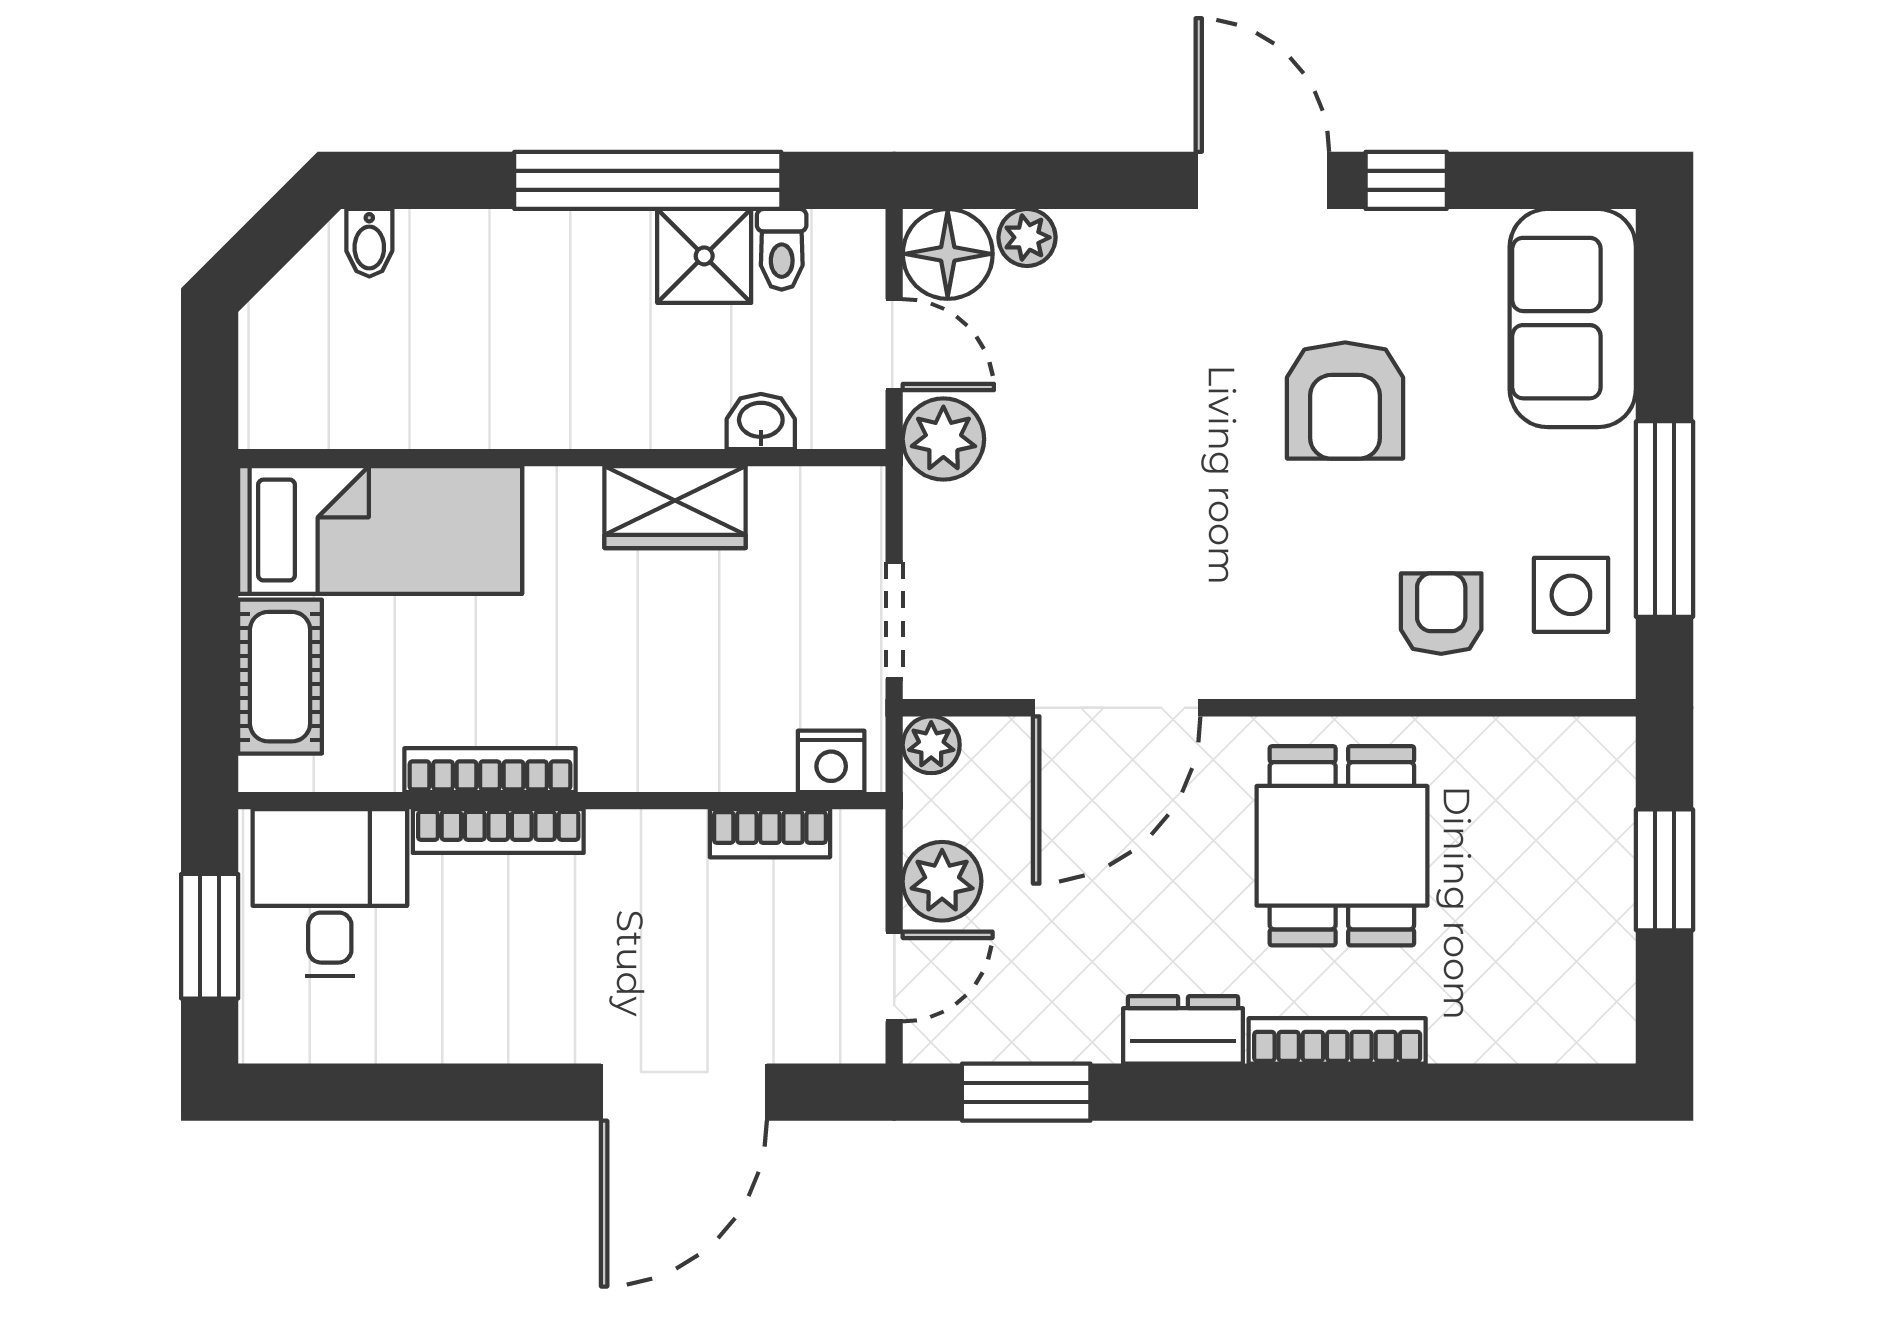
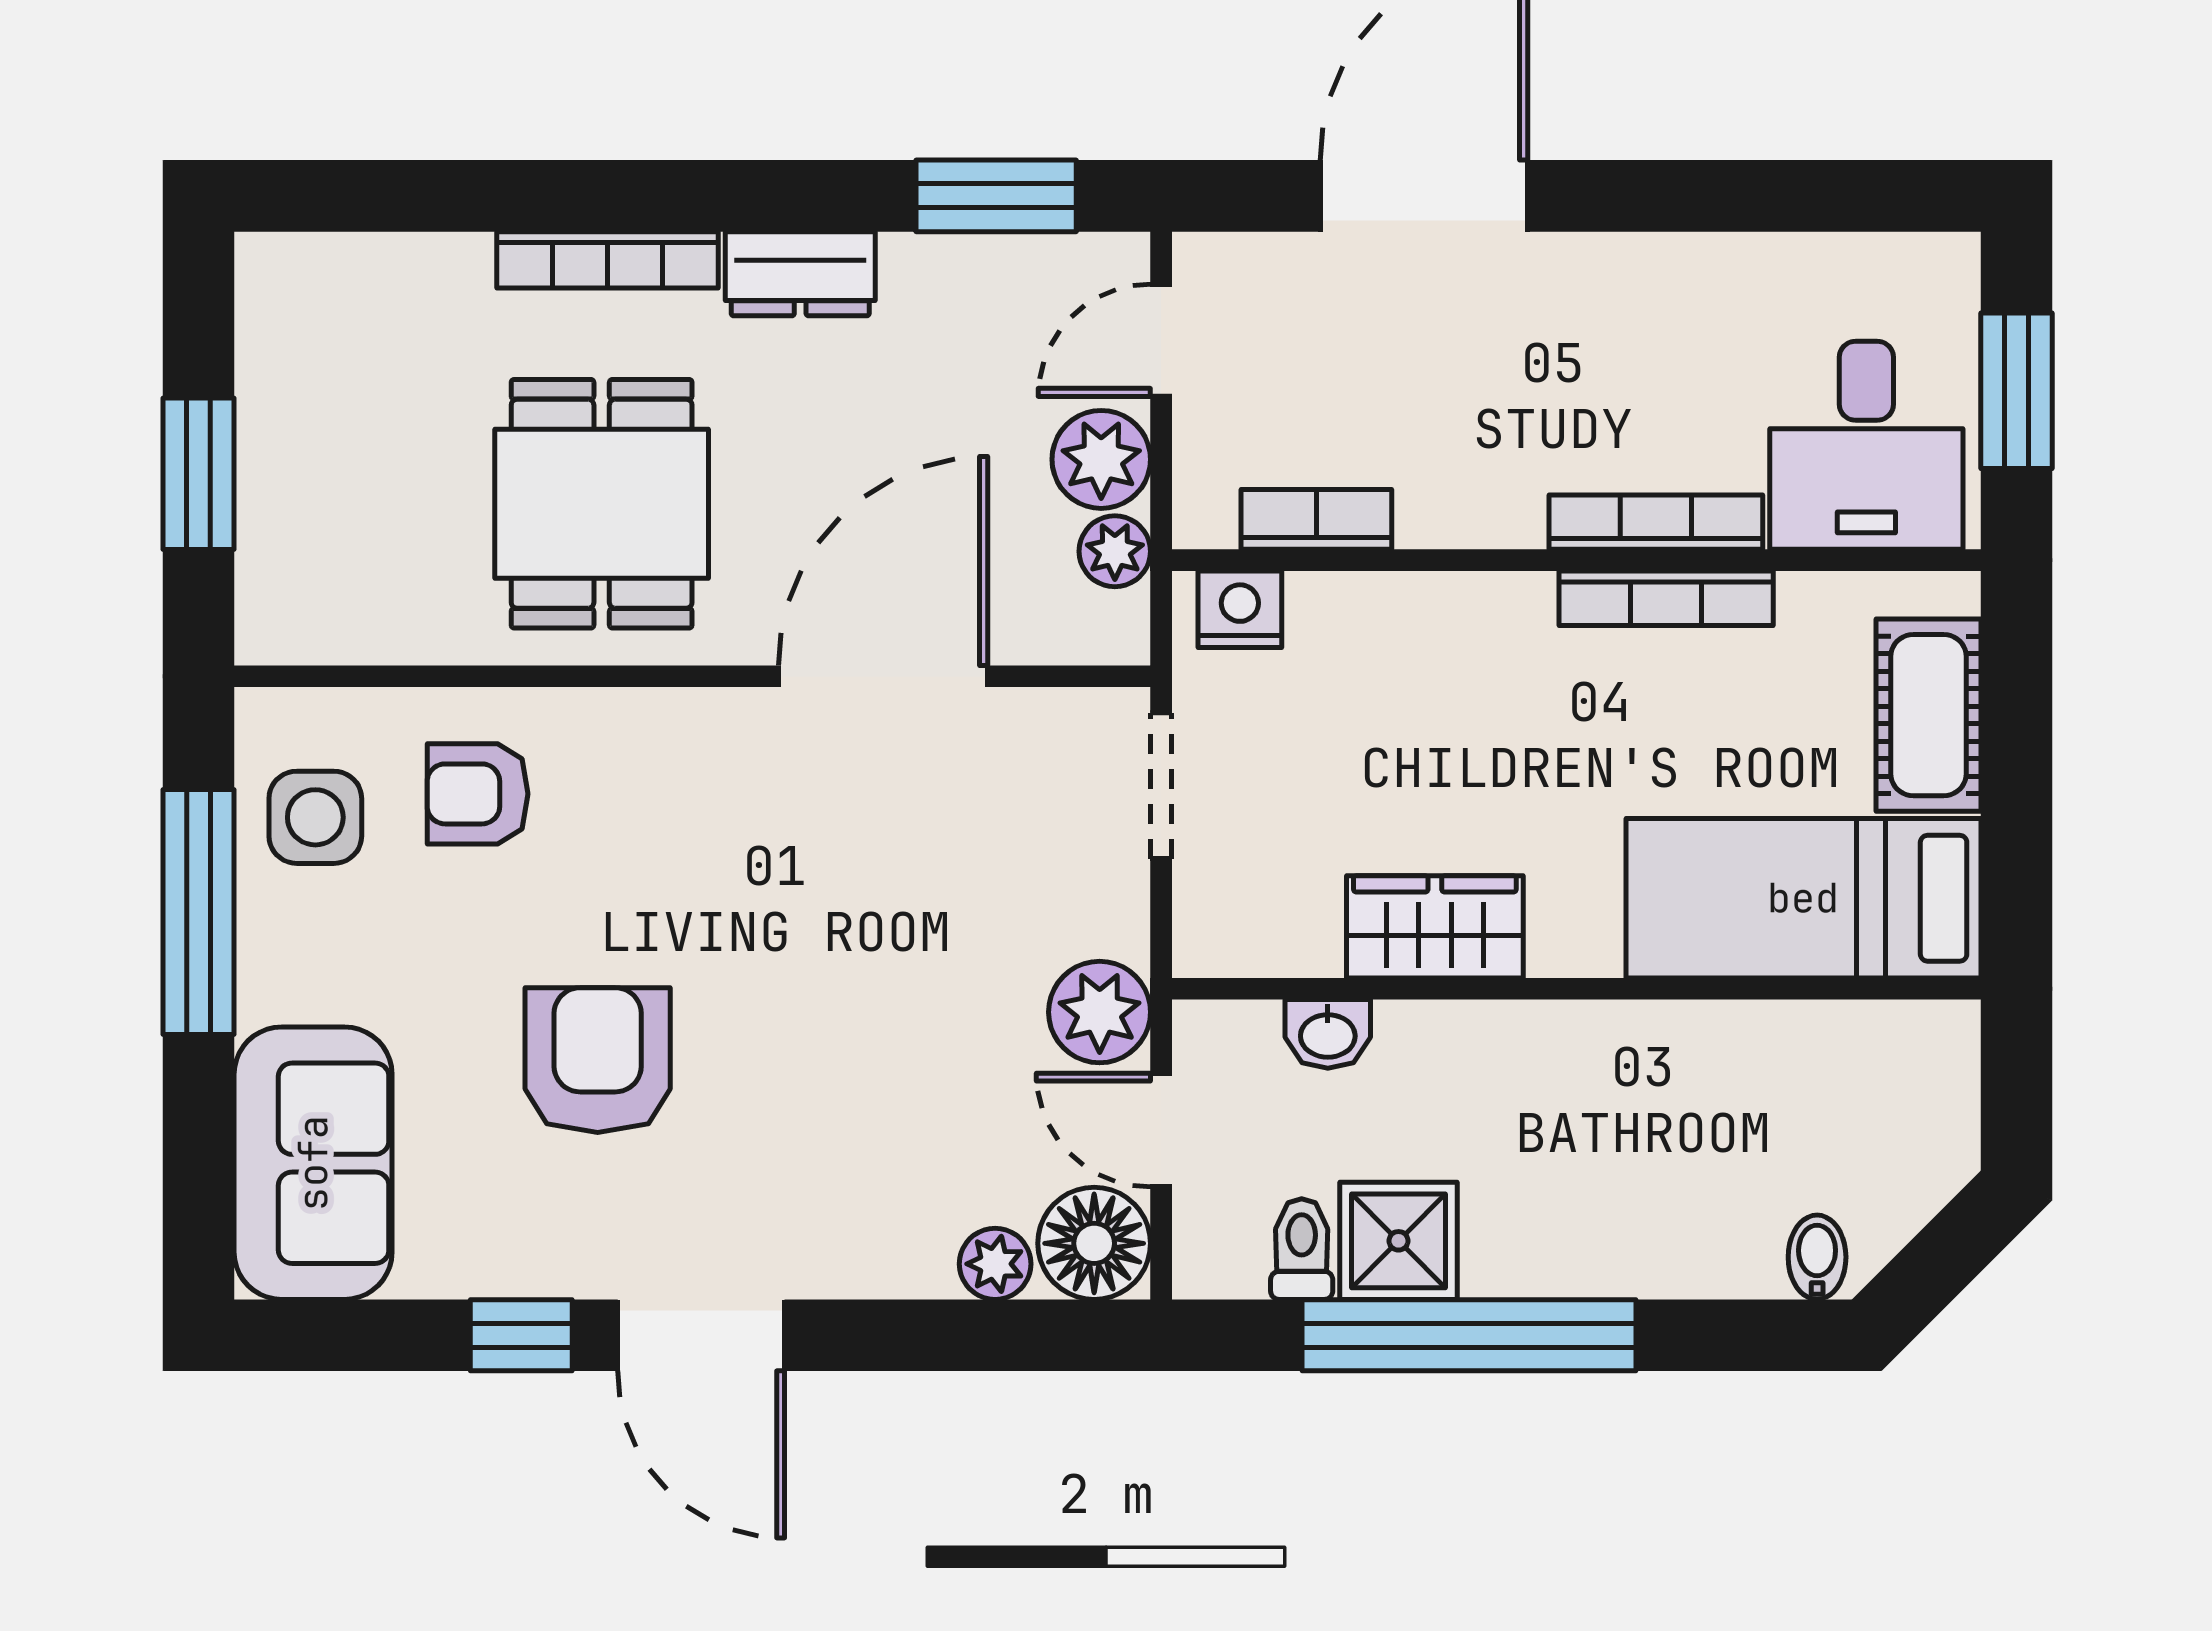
armchair: (1441, 614) -> (478, 794), turned 90
plant: (931, 745) -> (1115, 551), moved

